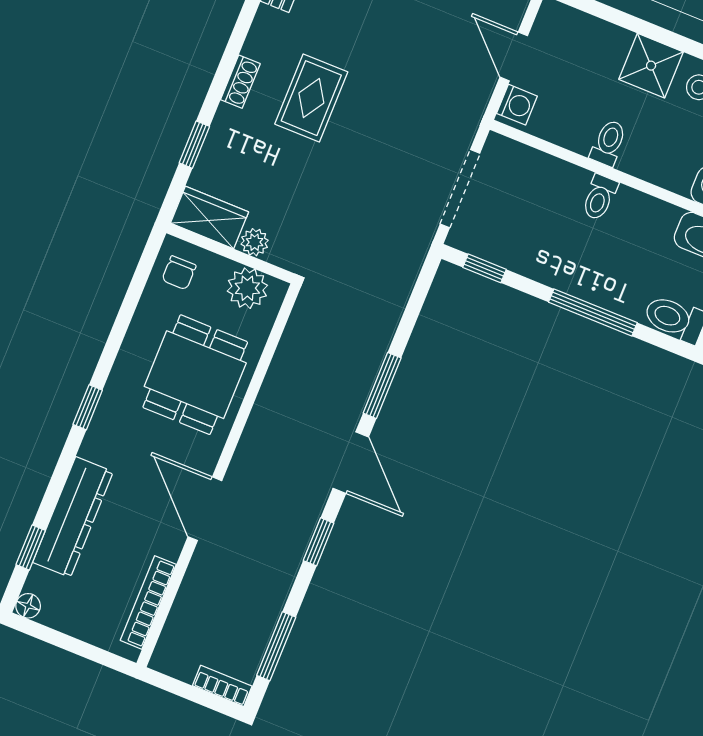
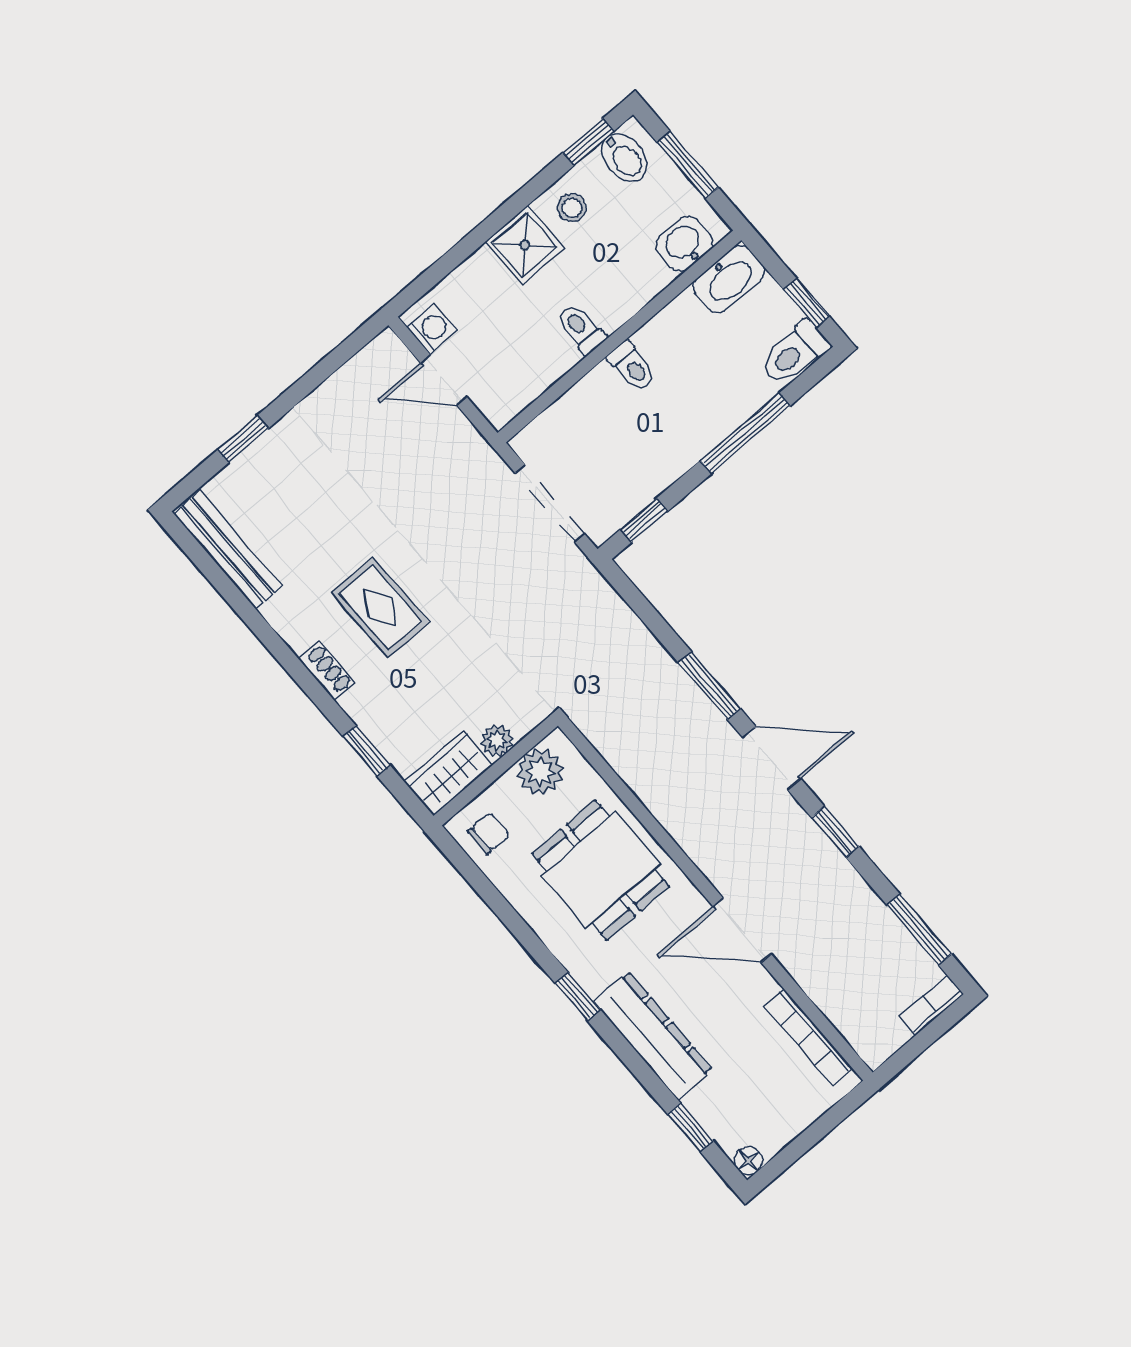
washing machine: (517, 105) -> (432, 329), moved
chair: (179, 273) -> (489, 833), turned -90
dresser: (73, 517) -> (653, 1036), moved

